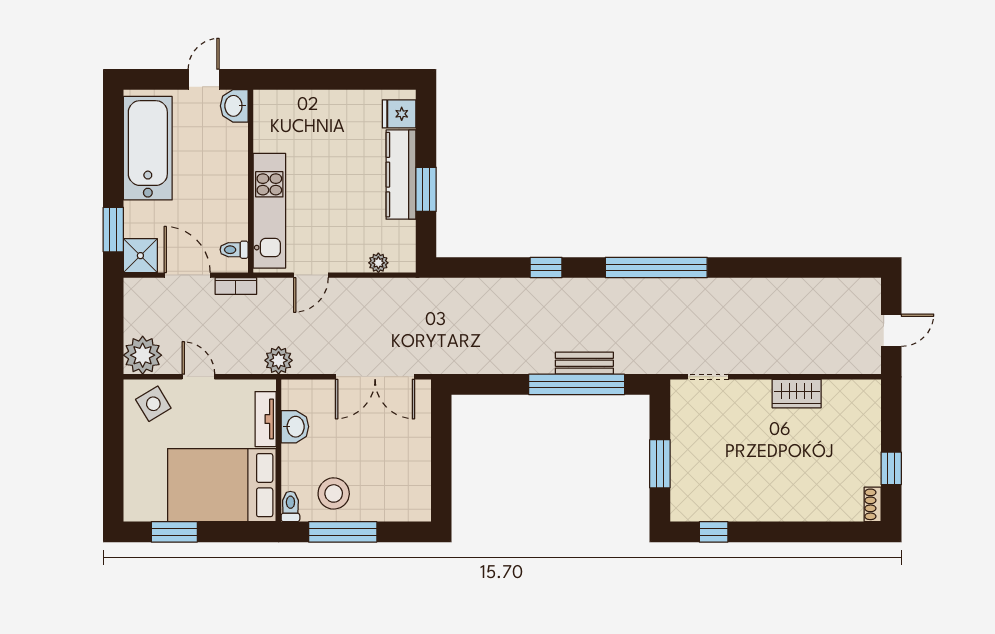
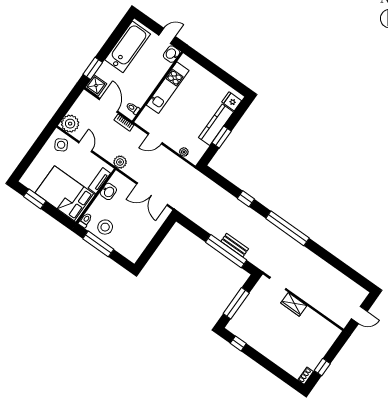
kitchen unit: (269, 211) -> (168, 88), moved
wardrobe: (797, 394) -> (294, 304), moved
window: (660, 464) -> (236, 303), width x1.44

